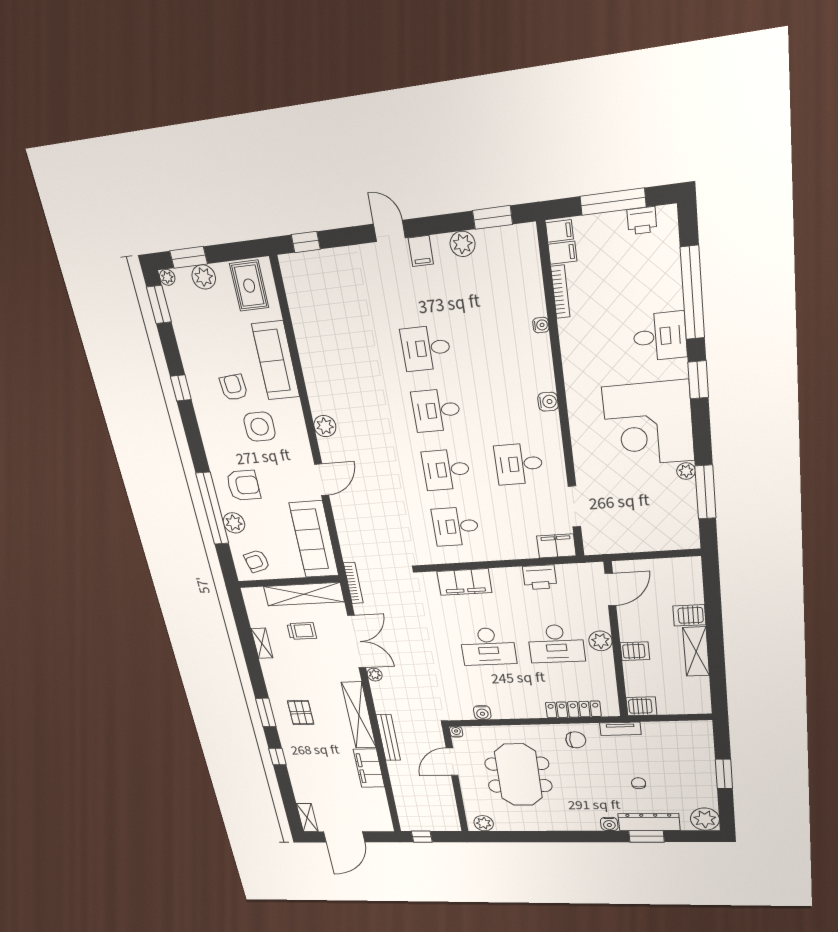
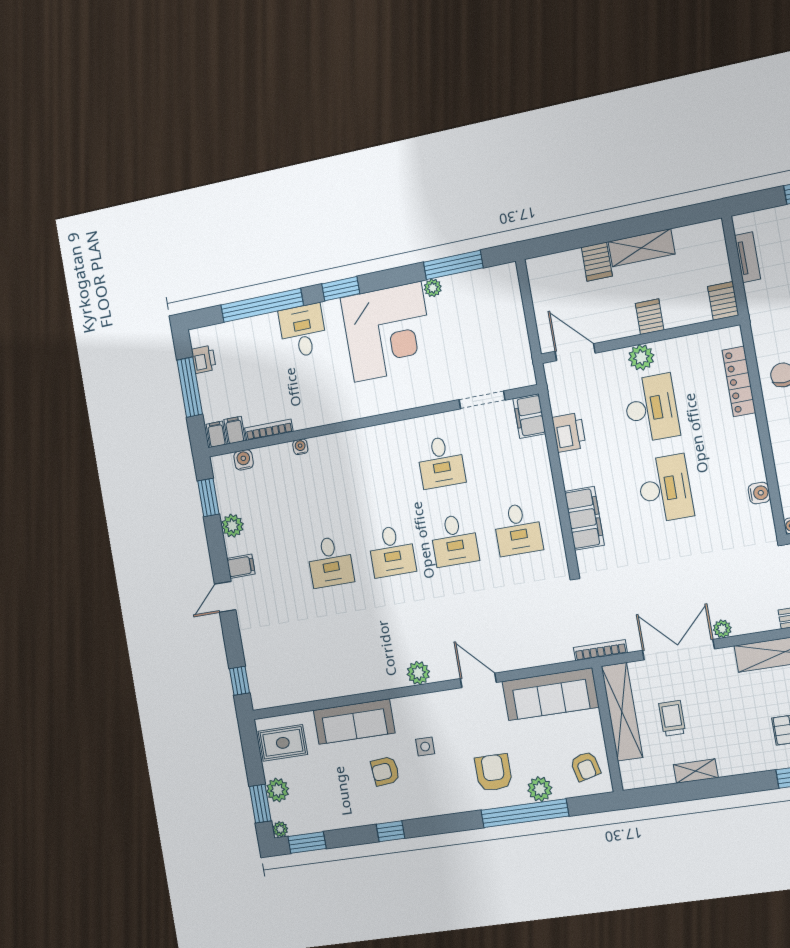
water cooler: (548, 402) -> (244, 460), moved
side table: (260, 427) -> (425, 747), width x0.54, depth x0.54
tv unit: (620, 729) -> (748, 257), moved

